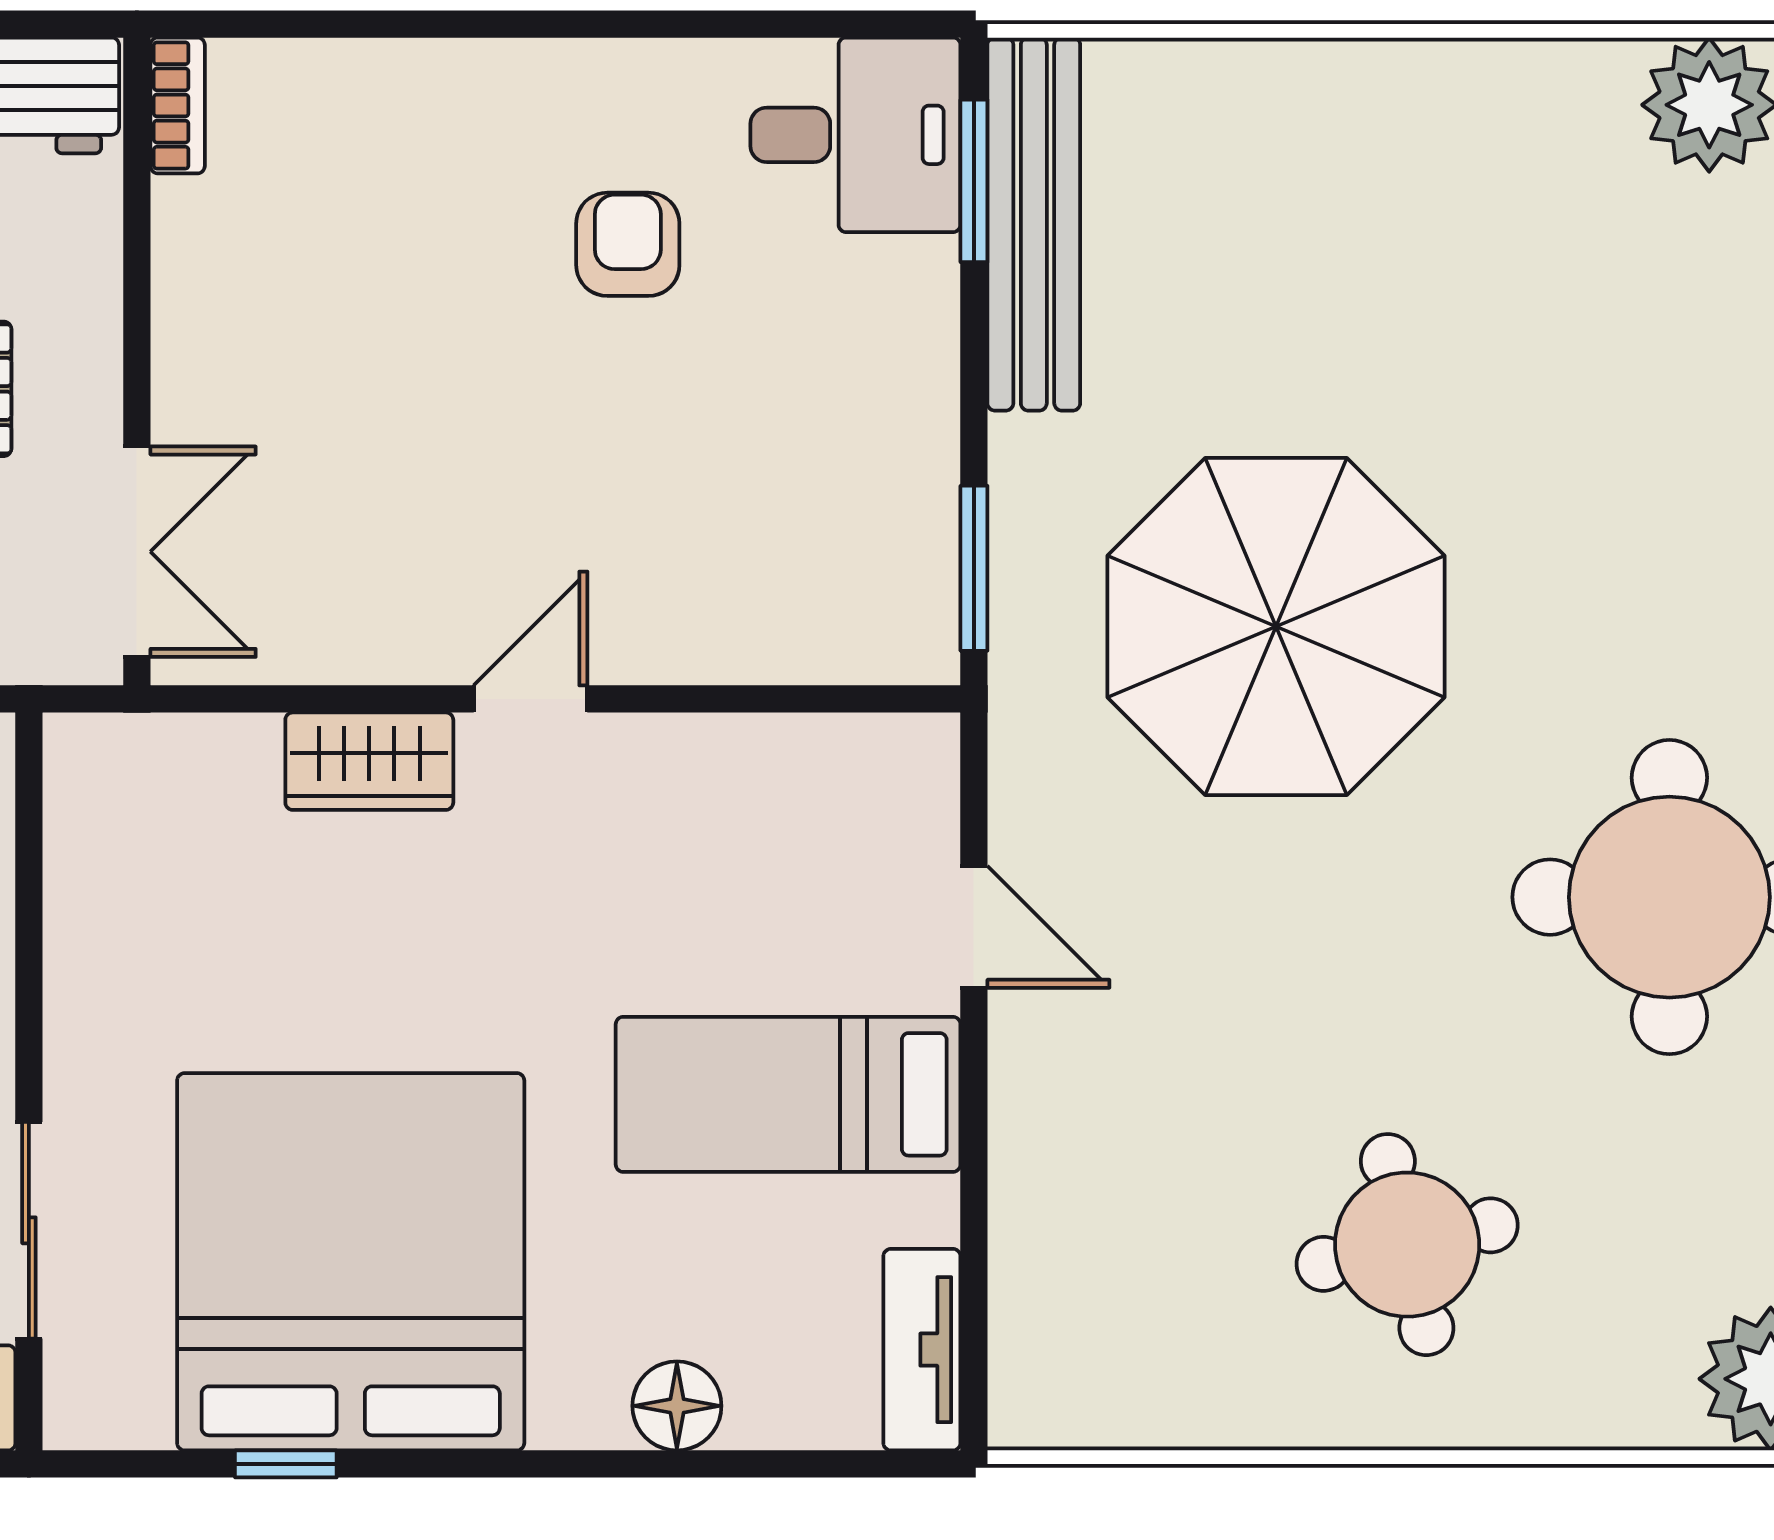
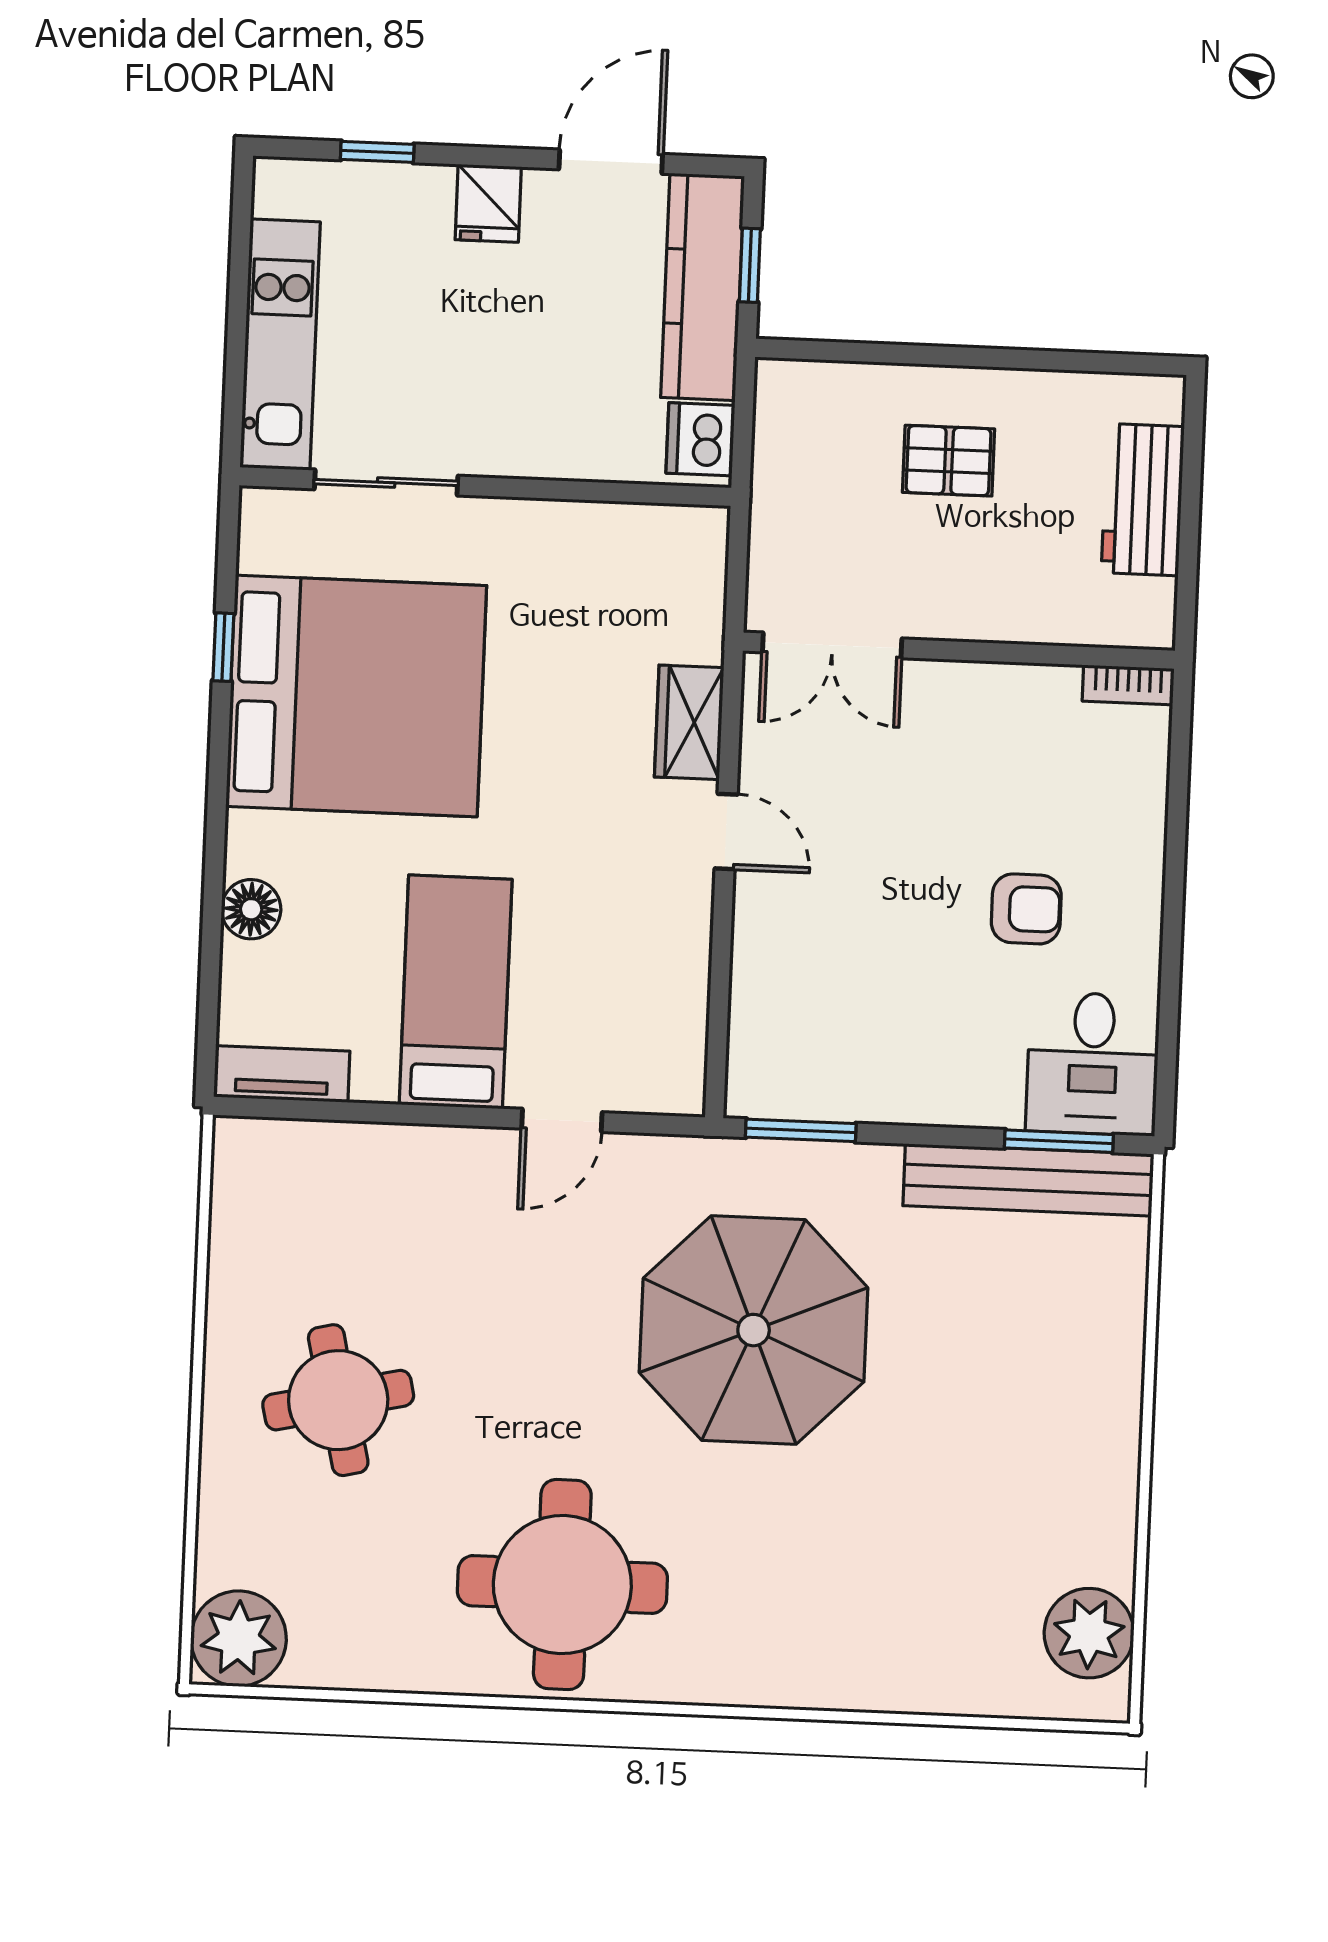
bookcase: (178, 105) -> (1128, 685), moved
wall: (137, 361) -> (959, 651), moved
double door: (137, 552) -> (832, 645), moved

